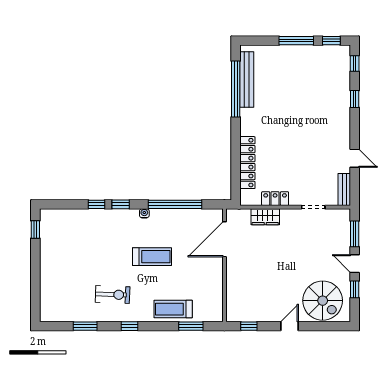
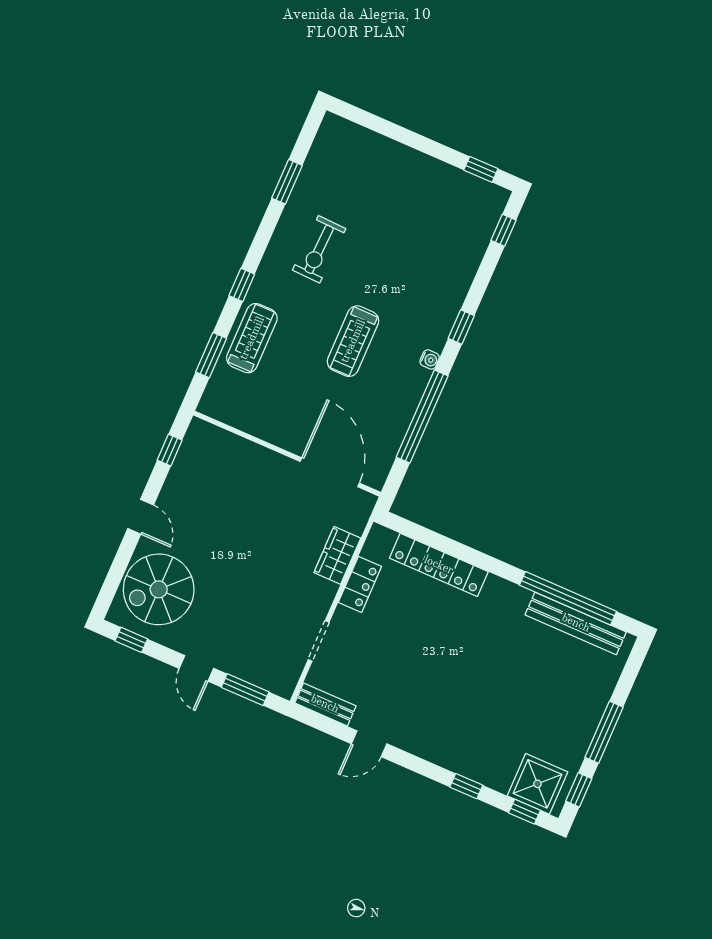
shower: (337, 63) -> (538, 784), added
window: (97, 204) -> (504, 230), moved
door: (355, 264) -> (196, 668), swing flipped
window: (355, 289) -> (131, 640), moved
window: (130, 326) -> (242, 285), moved

